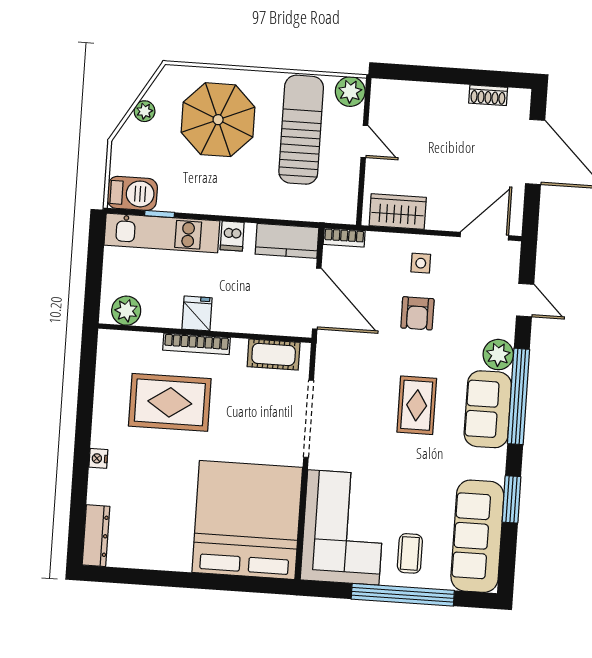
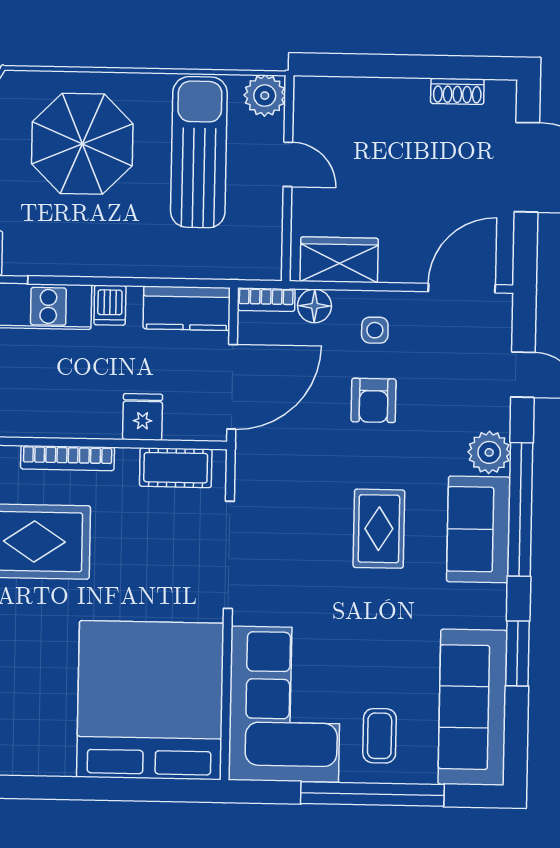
floor lamp: (378, 244) -> (315, 306), added
door: (317, 299) -> (232, 387), hinge flipped
fridge: (197, 313) -> (143, 417), moved

